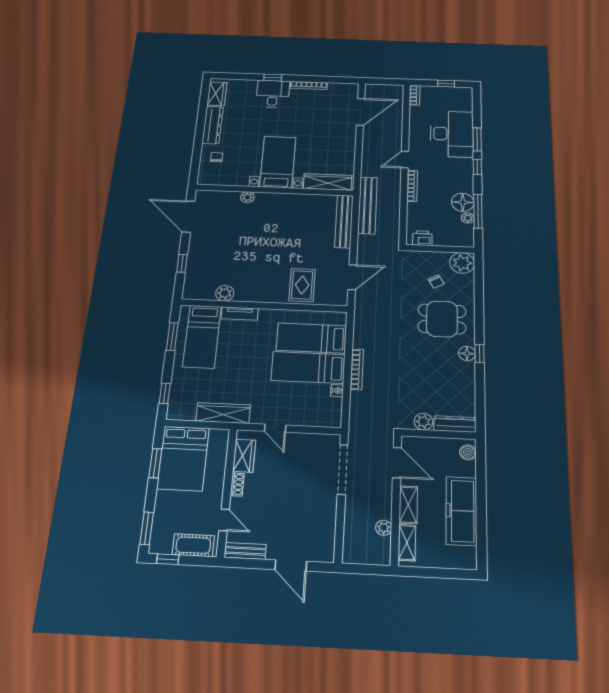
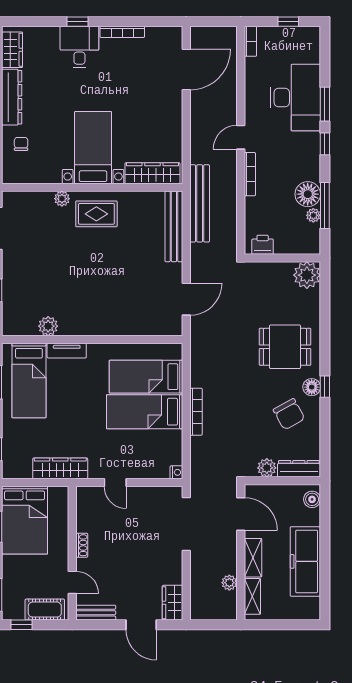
chair: (436, 281) -> (289, 414), moved, width x1.87, depth x1.87
rug: (302, 285) -> (96, 214), moved, turned 90
nightstand: (337, 390) -> (176, 472), moved
wardrobe: (244, 456) -> (173, 603), moved, turned 180

